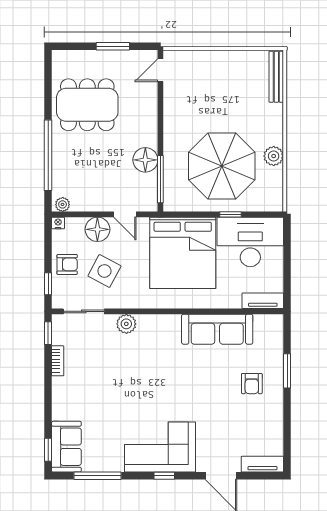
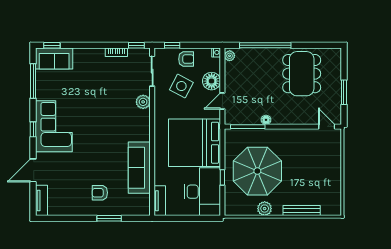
bench: (276, 77) -> (302, 210), moved
floor lamp: (145, 160) -> (266, 120), width x0.53, depth x0.53
armchair: (67, 264) -> (186, 59), turned -90

